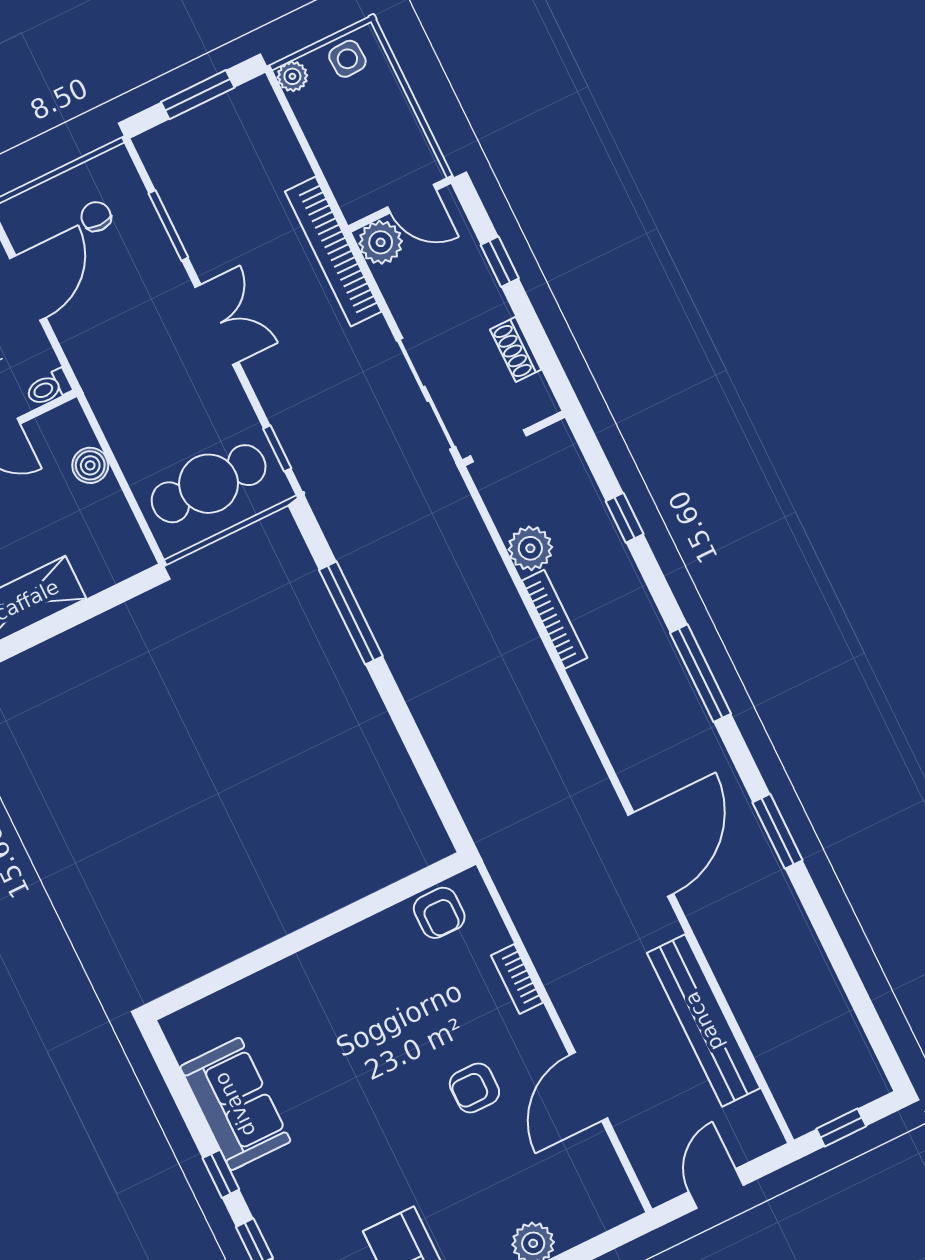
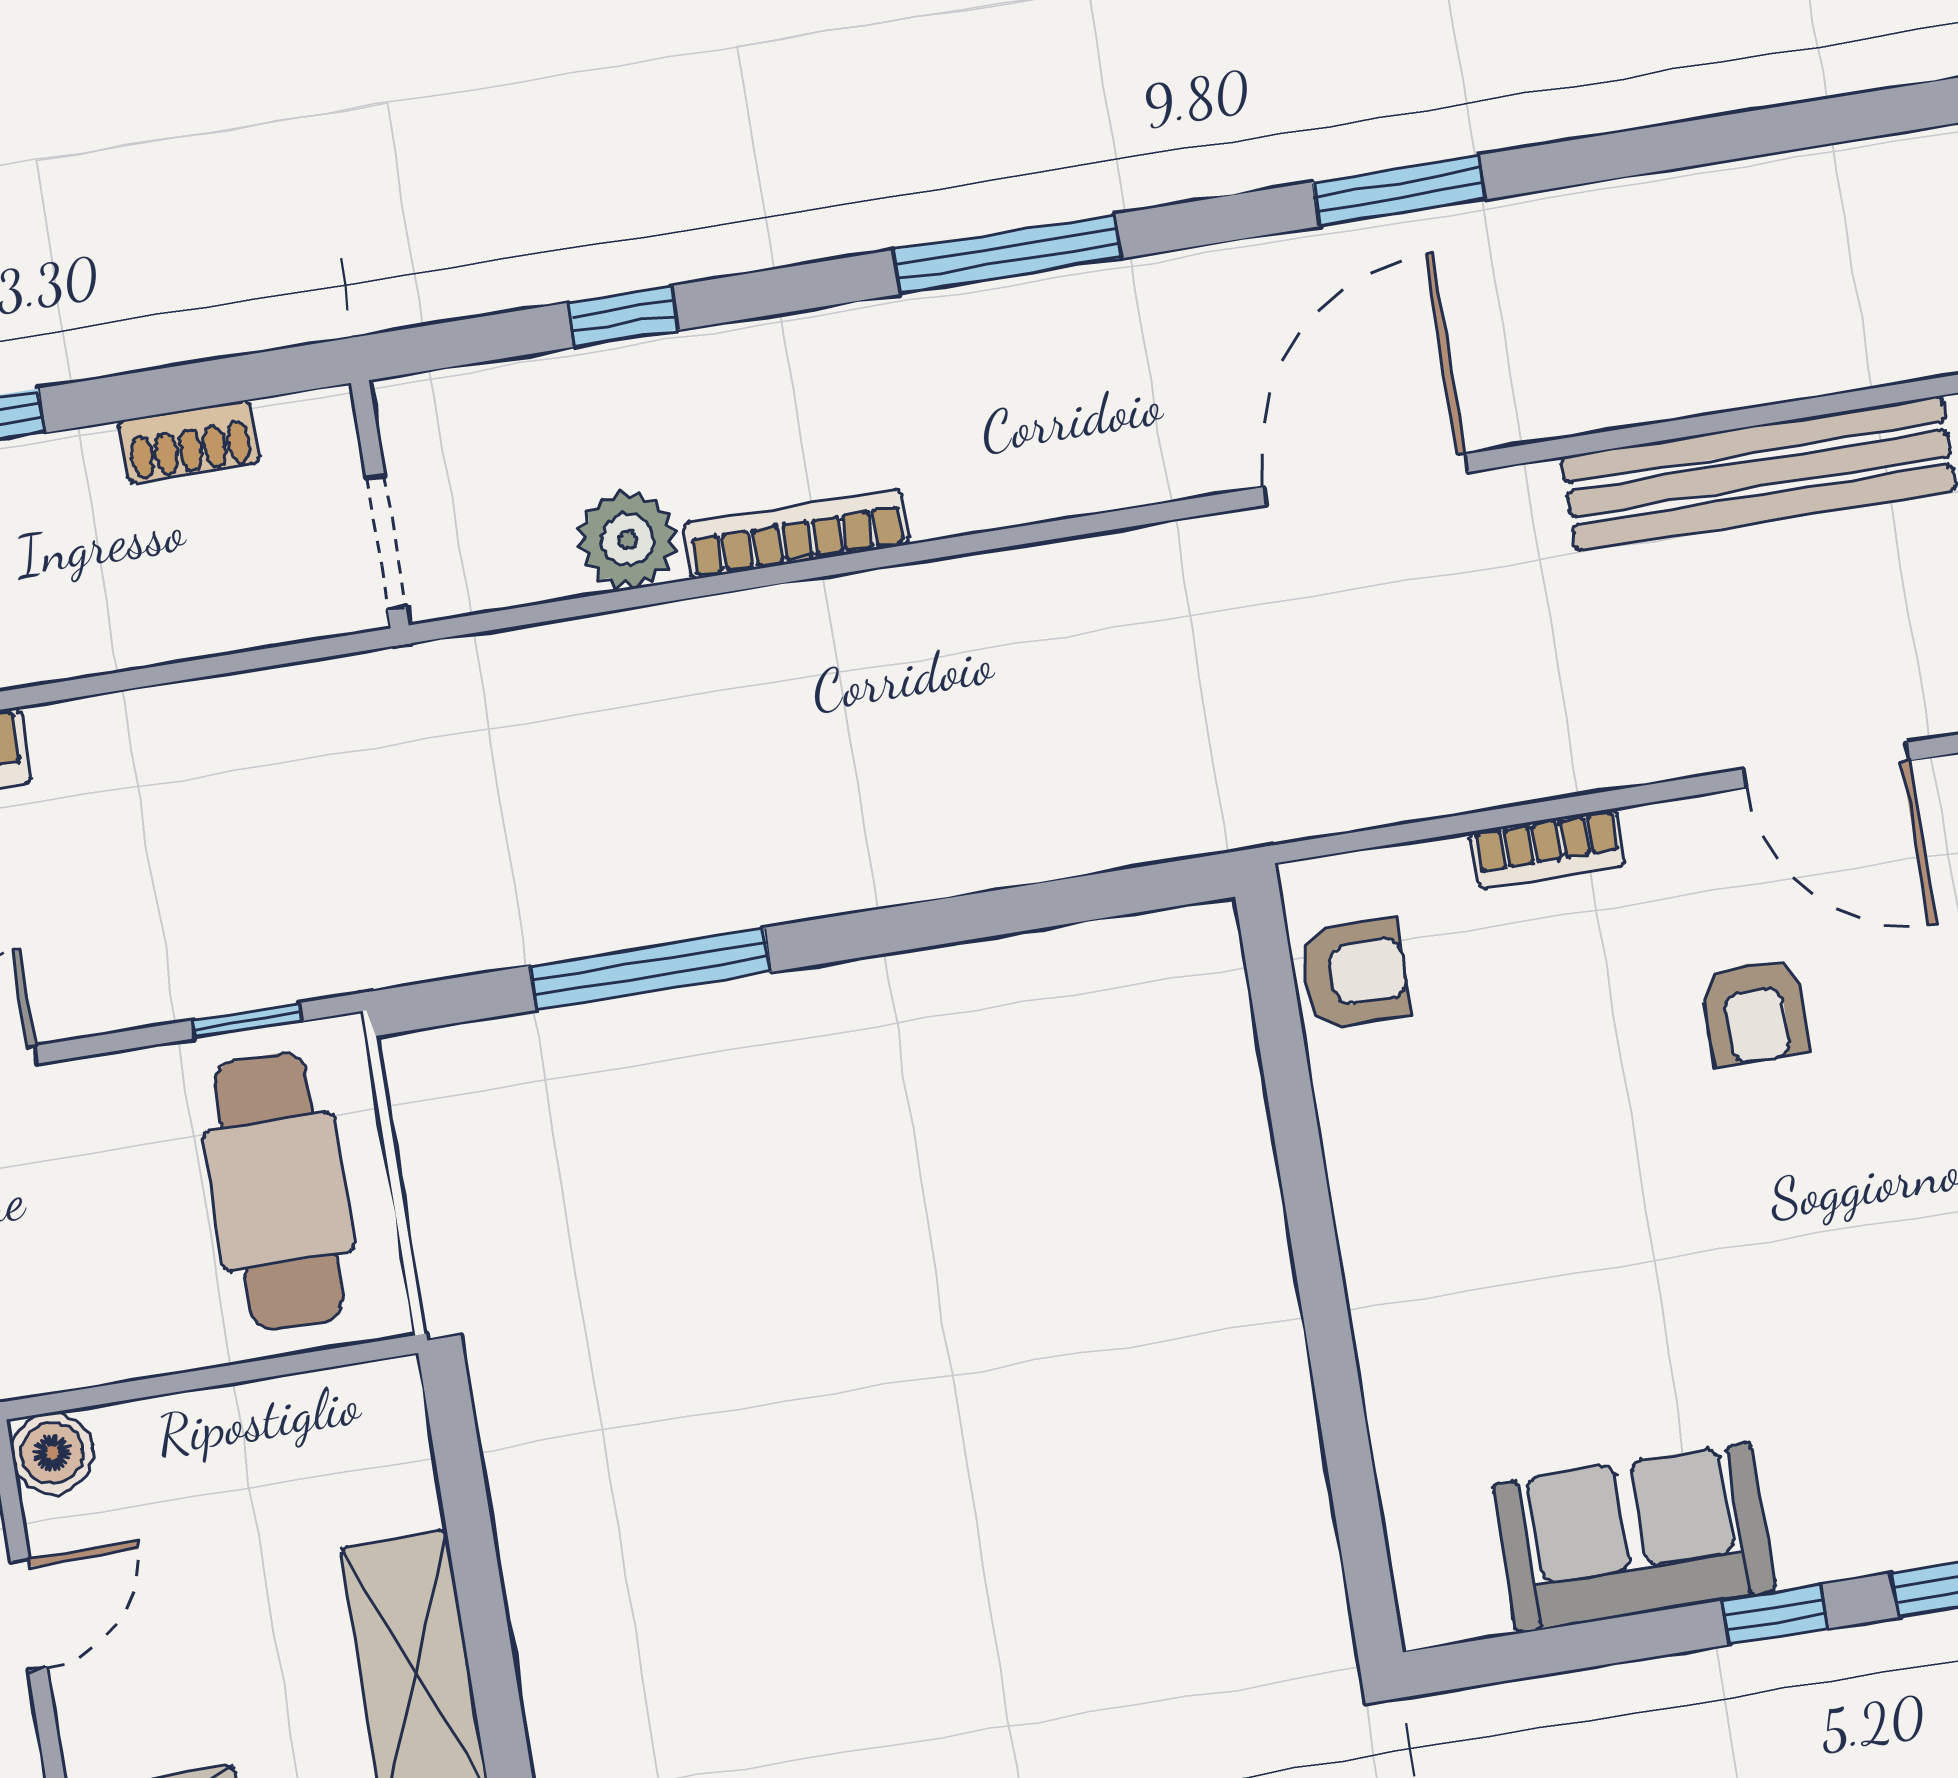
sliding door: (426, 394) -> (226, 664), removed
boiler: (90, 465) -> (52, 1453), moved
door: (651, 854) -> (1366, 479), hinge flipped

